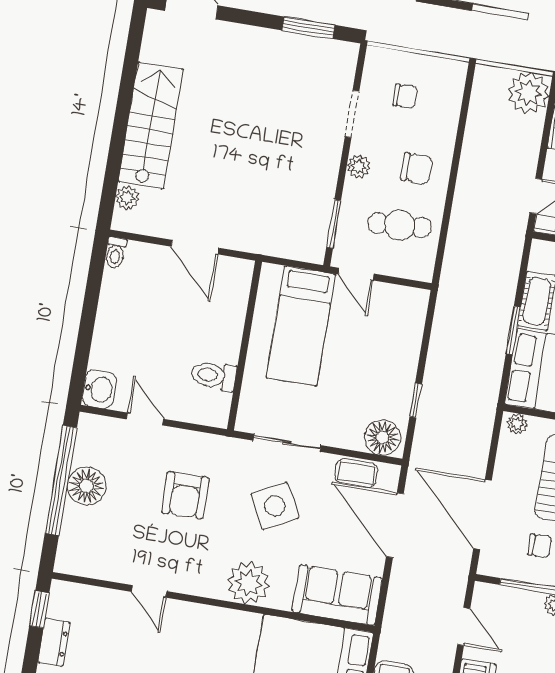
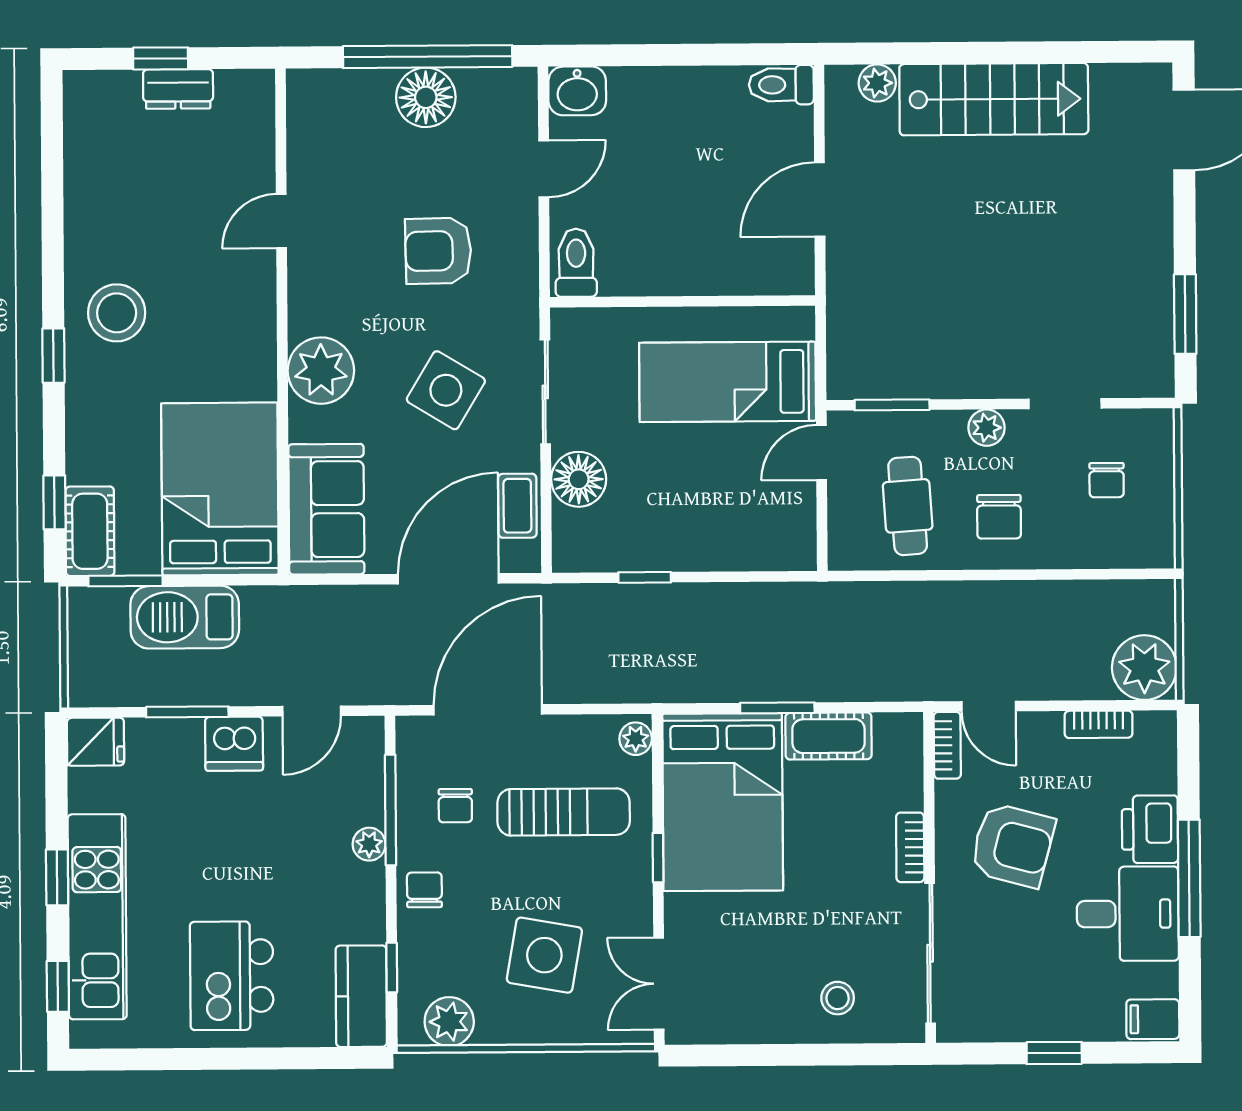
toilet: (116, 253) -> (781, 85), width x1.37, depth x1.39
toilet: (214, 376) -> (576, 263), moved
floor lamp: (383, 437) -> (579, 479), moved
side table: (275, 506) -> (446, 390), turned -31
window: (39, 609) -> (161, 58), moved

